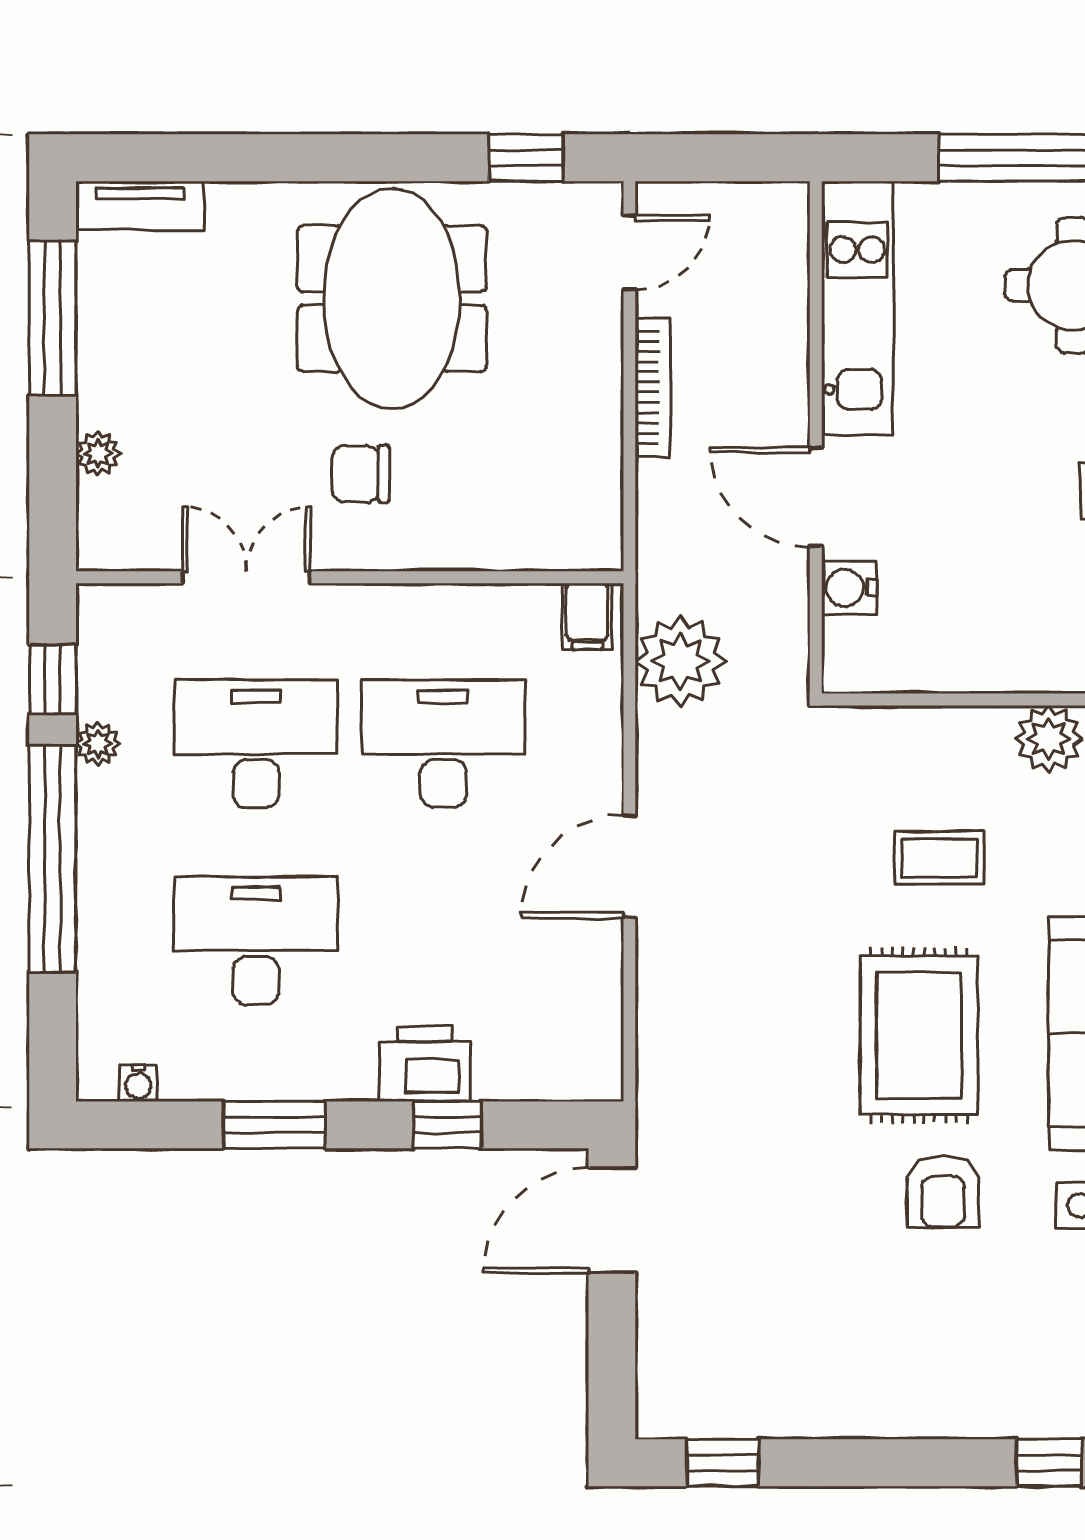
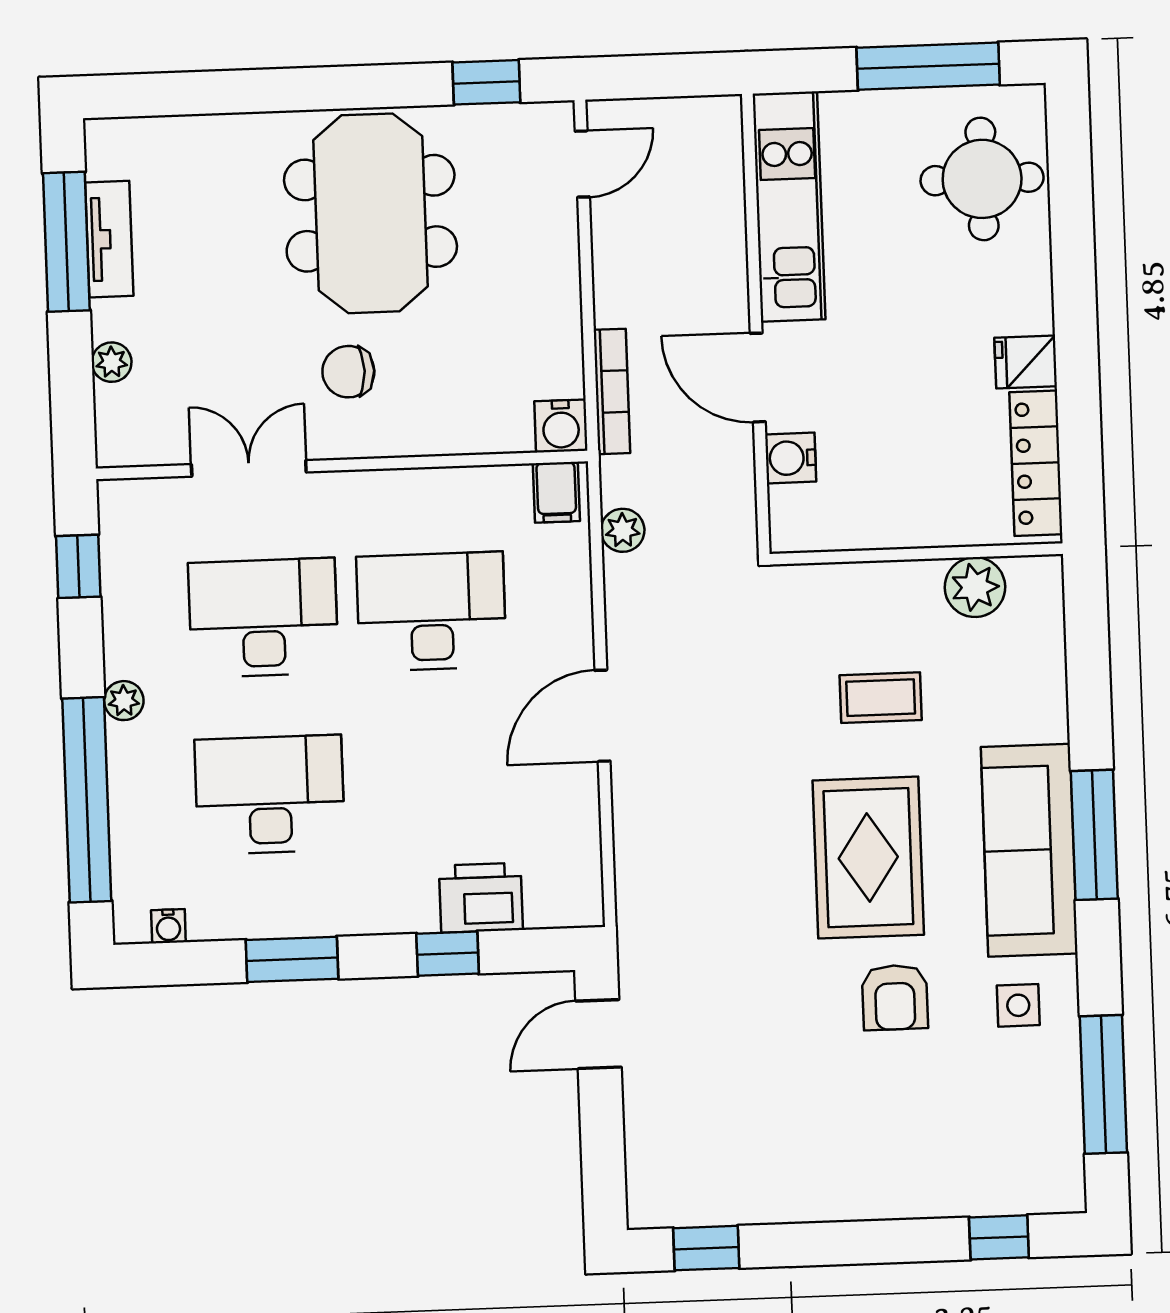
tv unit: (140, 206) -> (109, 239), moved, turned -90
bookcase: (653, 387) -> (612, 391), moved
water cooler: (595, 543) -> (561, 426), added
plant: (680, 661) -> (623, 530), width x0.53, depth x0.53
plant: (98, 744) -> (124, 701), moved
window: (53, 859) -> (87, 800), moved
printer: (425, 1064) -> (481, 898), moved
door: (612, 1220) -> (598, 1034), width x0.73

